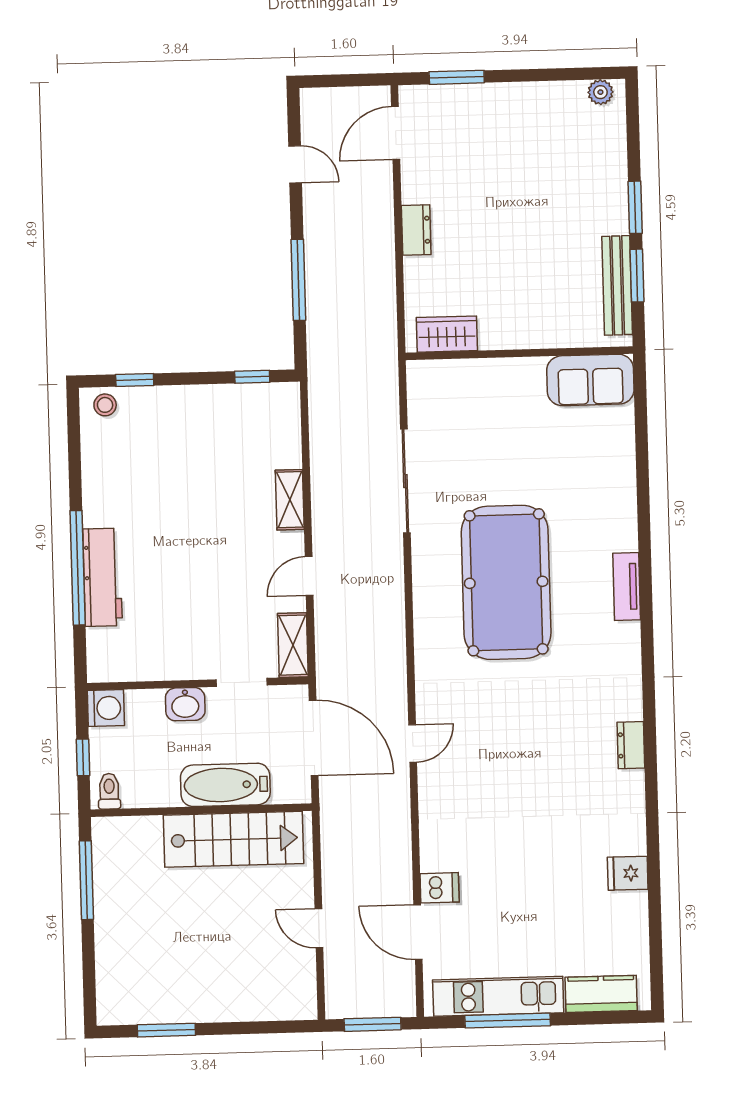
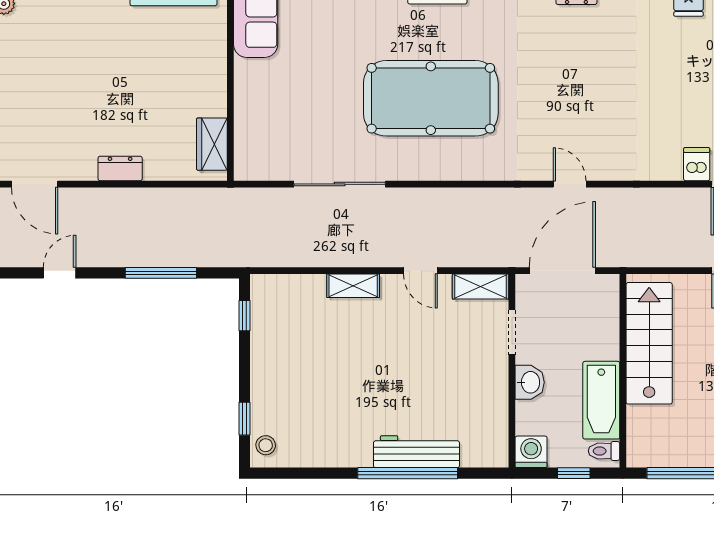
bathtub: (225, 785) -> (601, 400), moved

